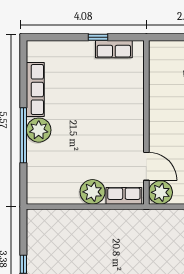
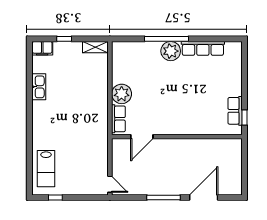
window: (98, 37) -> (244, 117), moved
plant: (160, 192) -> (121, 148), removed
shelving: (34, 225) -> (95, 47), added

